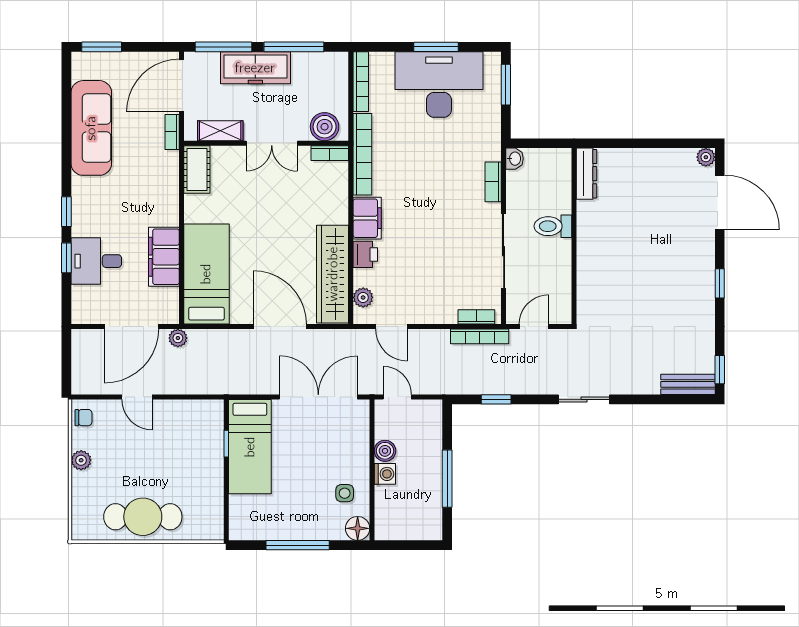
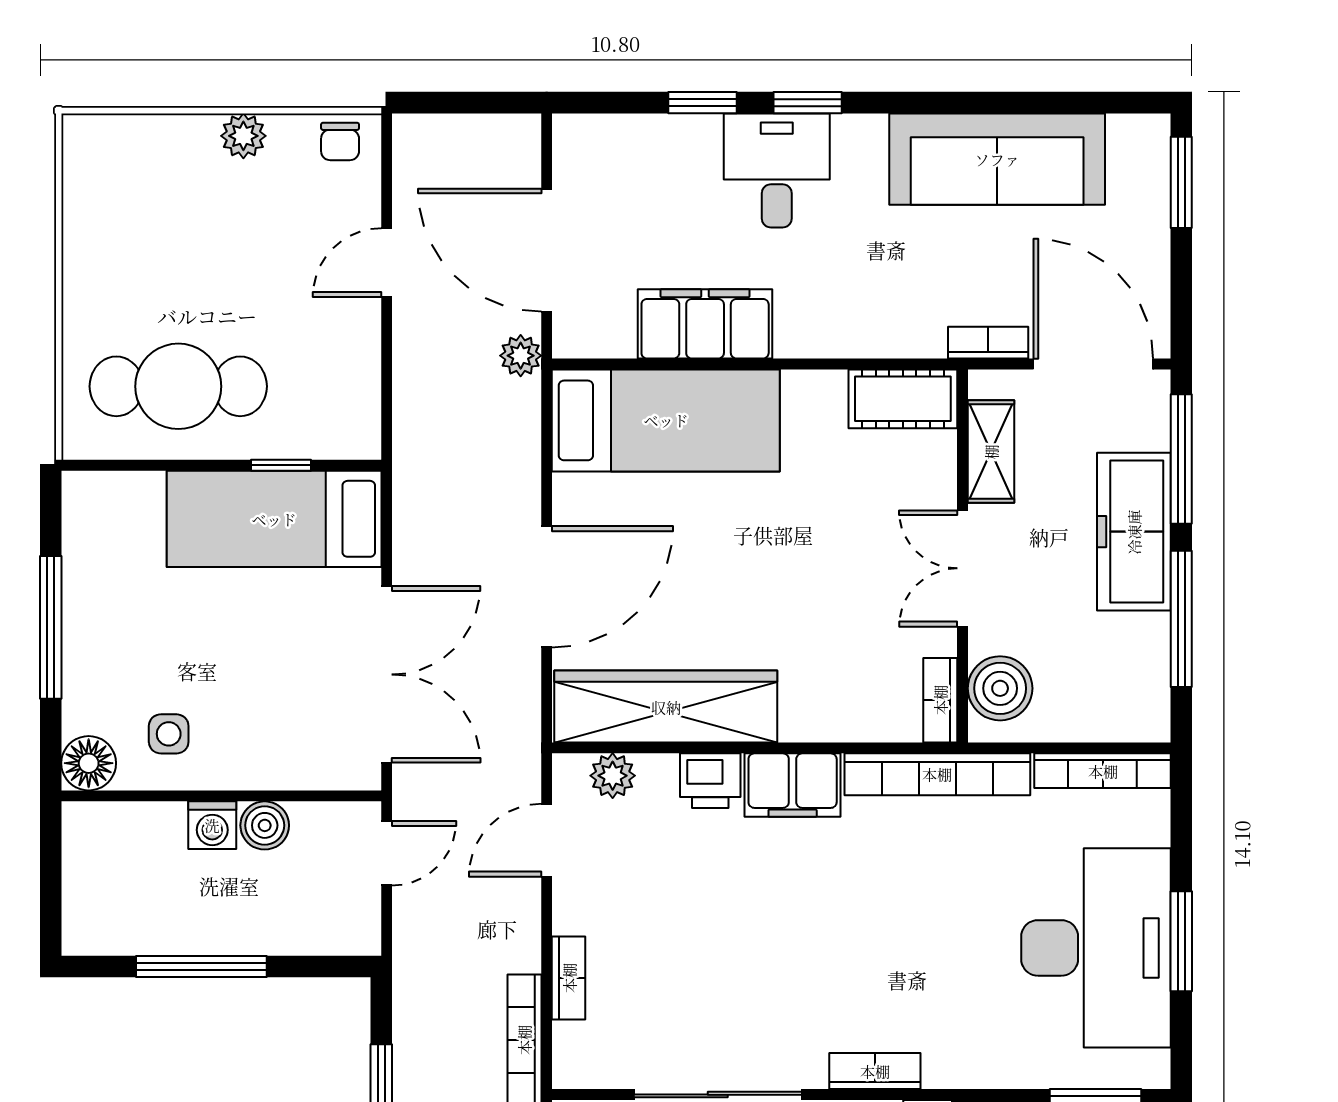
desk: (96, 261) -> (777, 170), moved
bookcase: (476, 317) -> (569, 978), moved
cafe table: (143, 517) -> (178, 386), moved, turned 90

